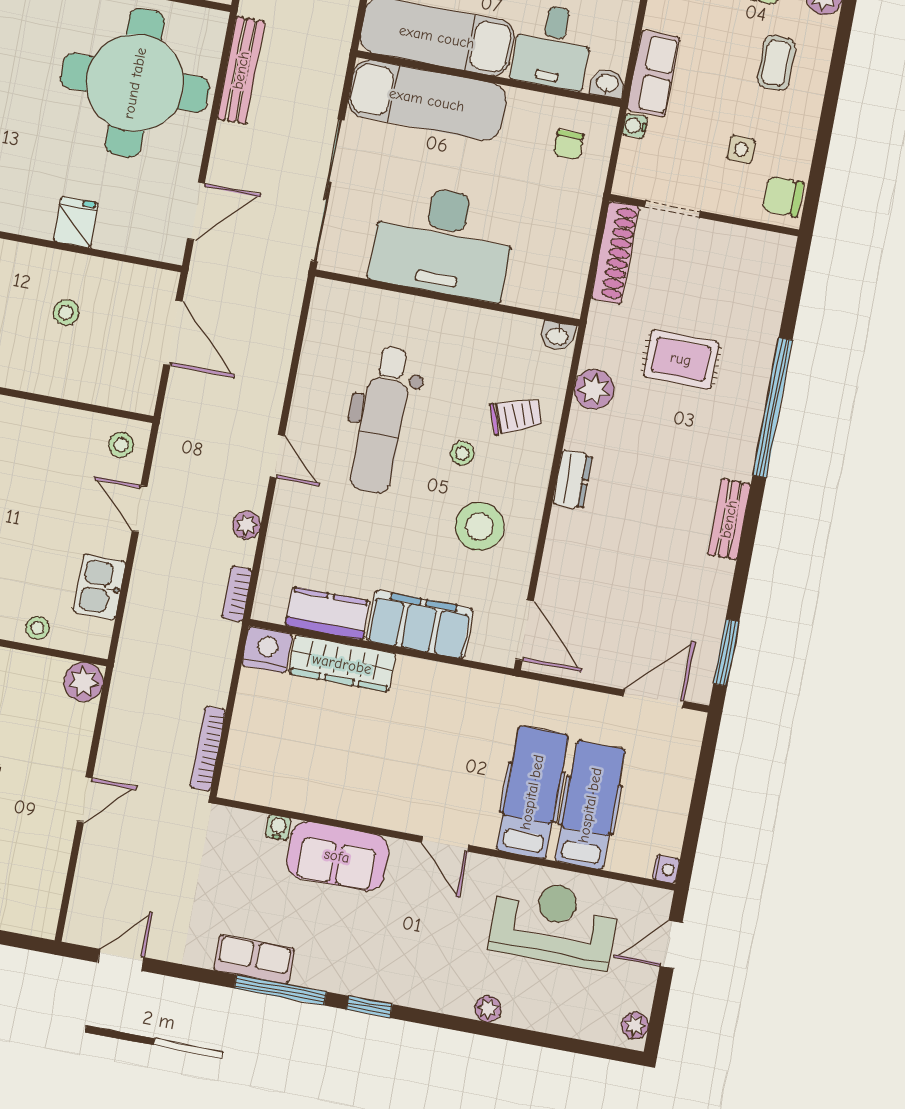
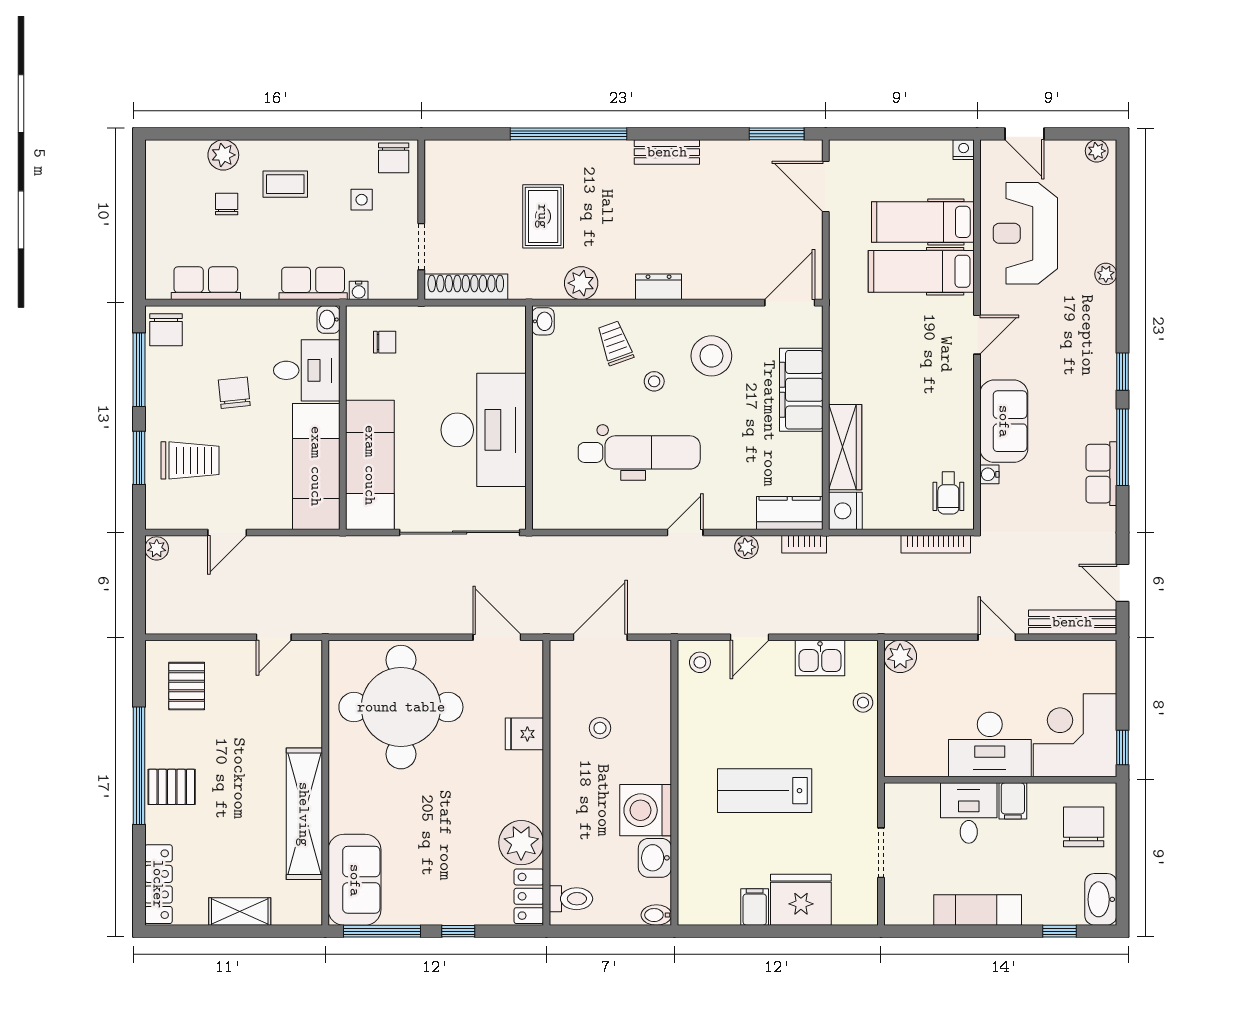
bench: (241, 70) -> (1072, 622), moved
kitchen counter: (328, 613) -> (790, 513), moved, turned 90
wheelchair: (265, 775) -> (948, 493), added

